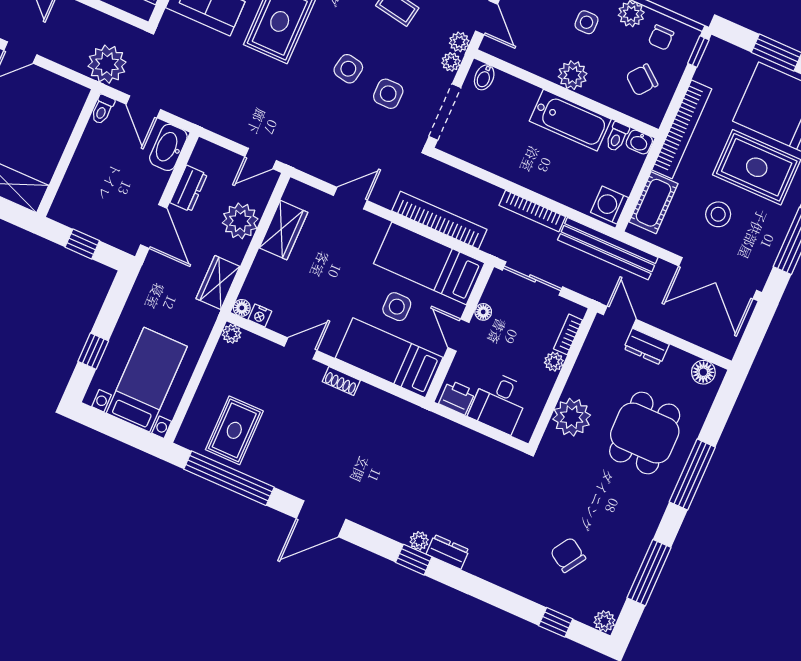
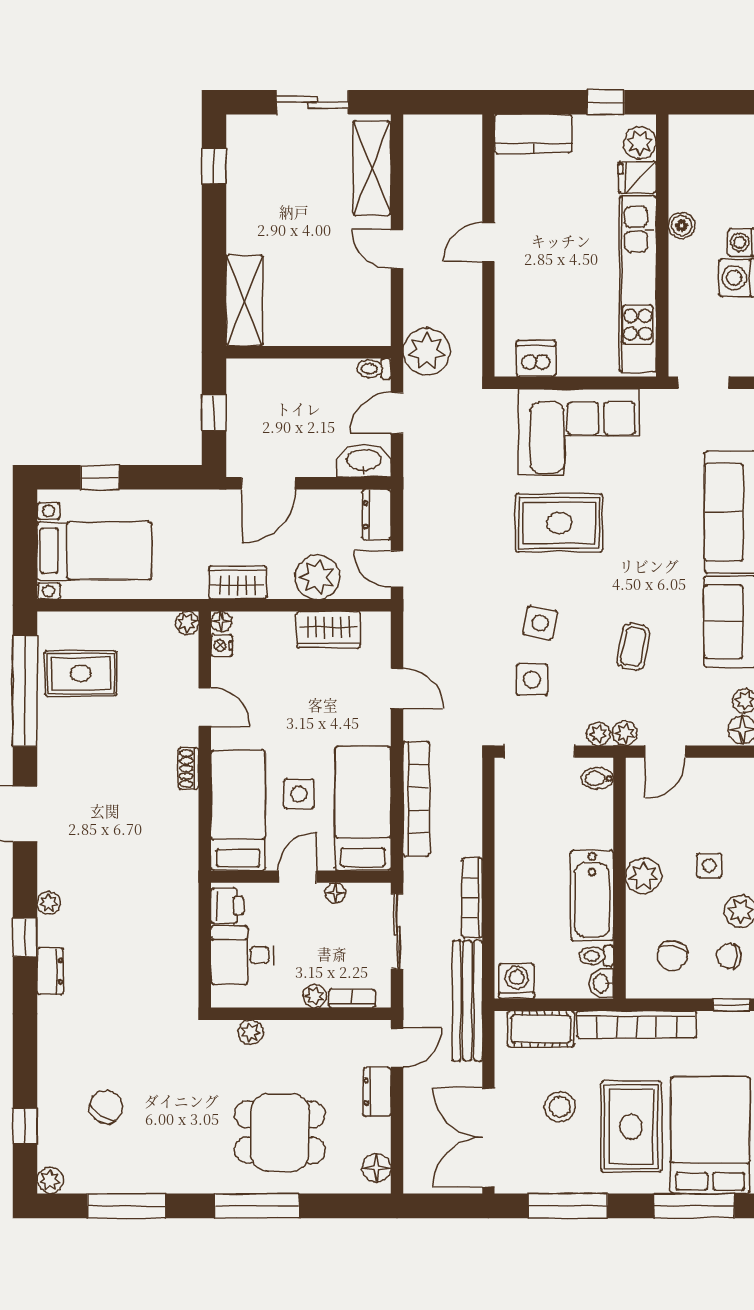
chair: (642, 80) -> (672, 956), turned -120
dresser: (189, 189) -> (377, 515), moved, turned 90
plant: (572, 417) -> (251, 1032), width x0.53, depth x0.53
plant: (419, 541) -> (49, 903), moved

